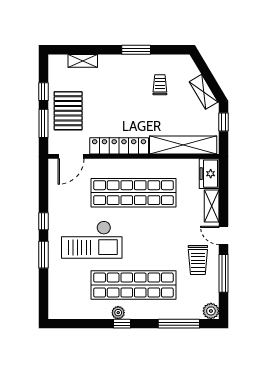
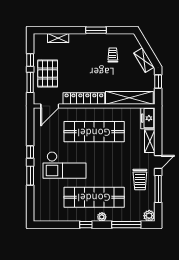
door: (223, 235) -> (158, 162), swing flipped
plant: (118, 313) -> (102, 217), moved

